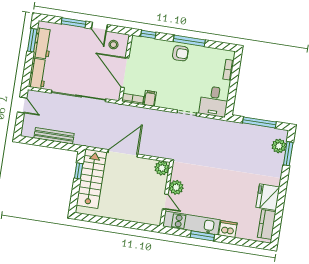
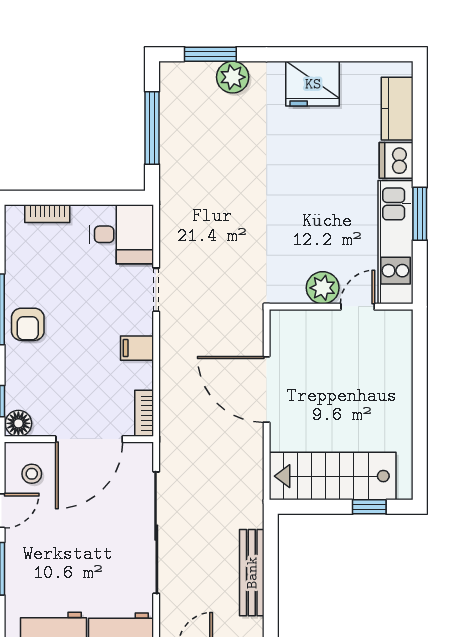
floor lamp: (137, 42) -> (18, 423), added
armchair: (180, 53) -> (28, 324), turned 180
filing cabinet: (150, 98) -> (137, 348), moved
plant: (279, 146) -> (233, 77), moved
door: (123, 153) -> (267, 389), moved
plant: (162, 168) -> (285, 326), removed
window: (79, 171) -> (369, 507), moved
kitchen counter: (267, 225) -> (397, 109), moved, turned 90

